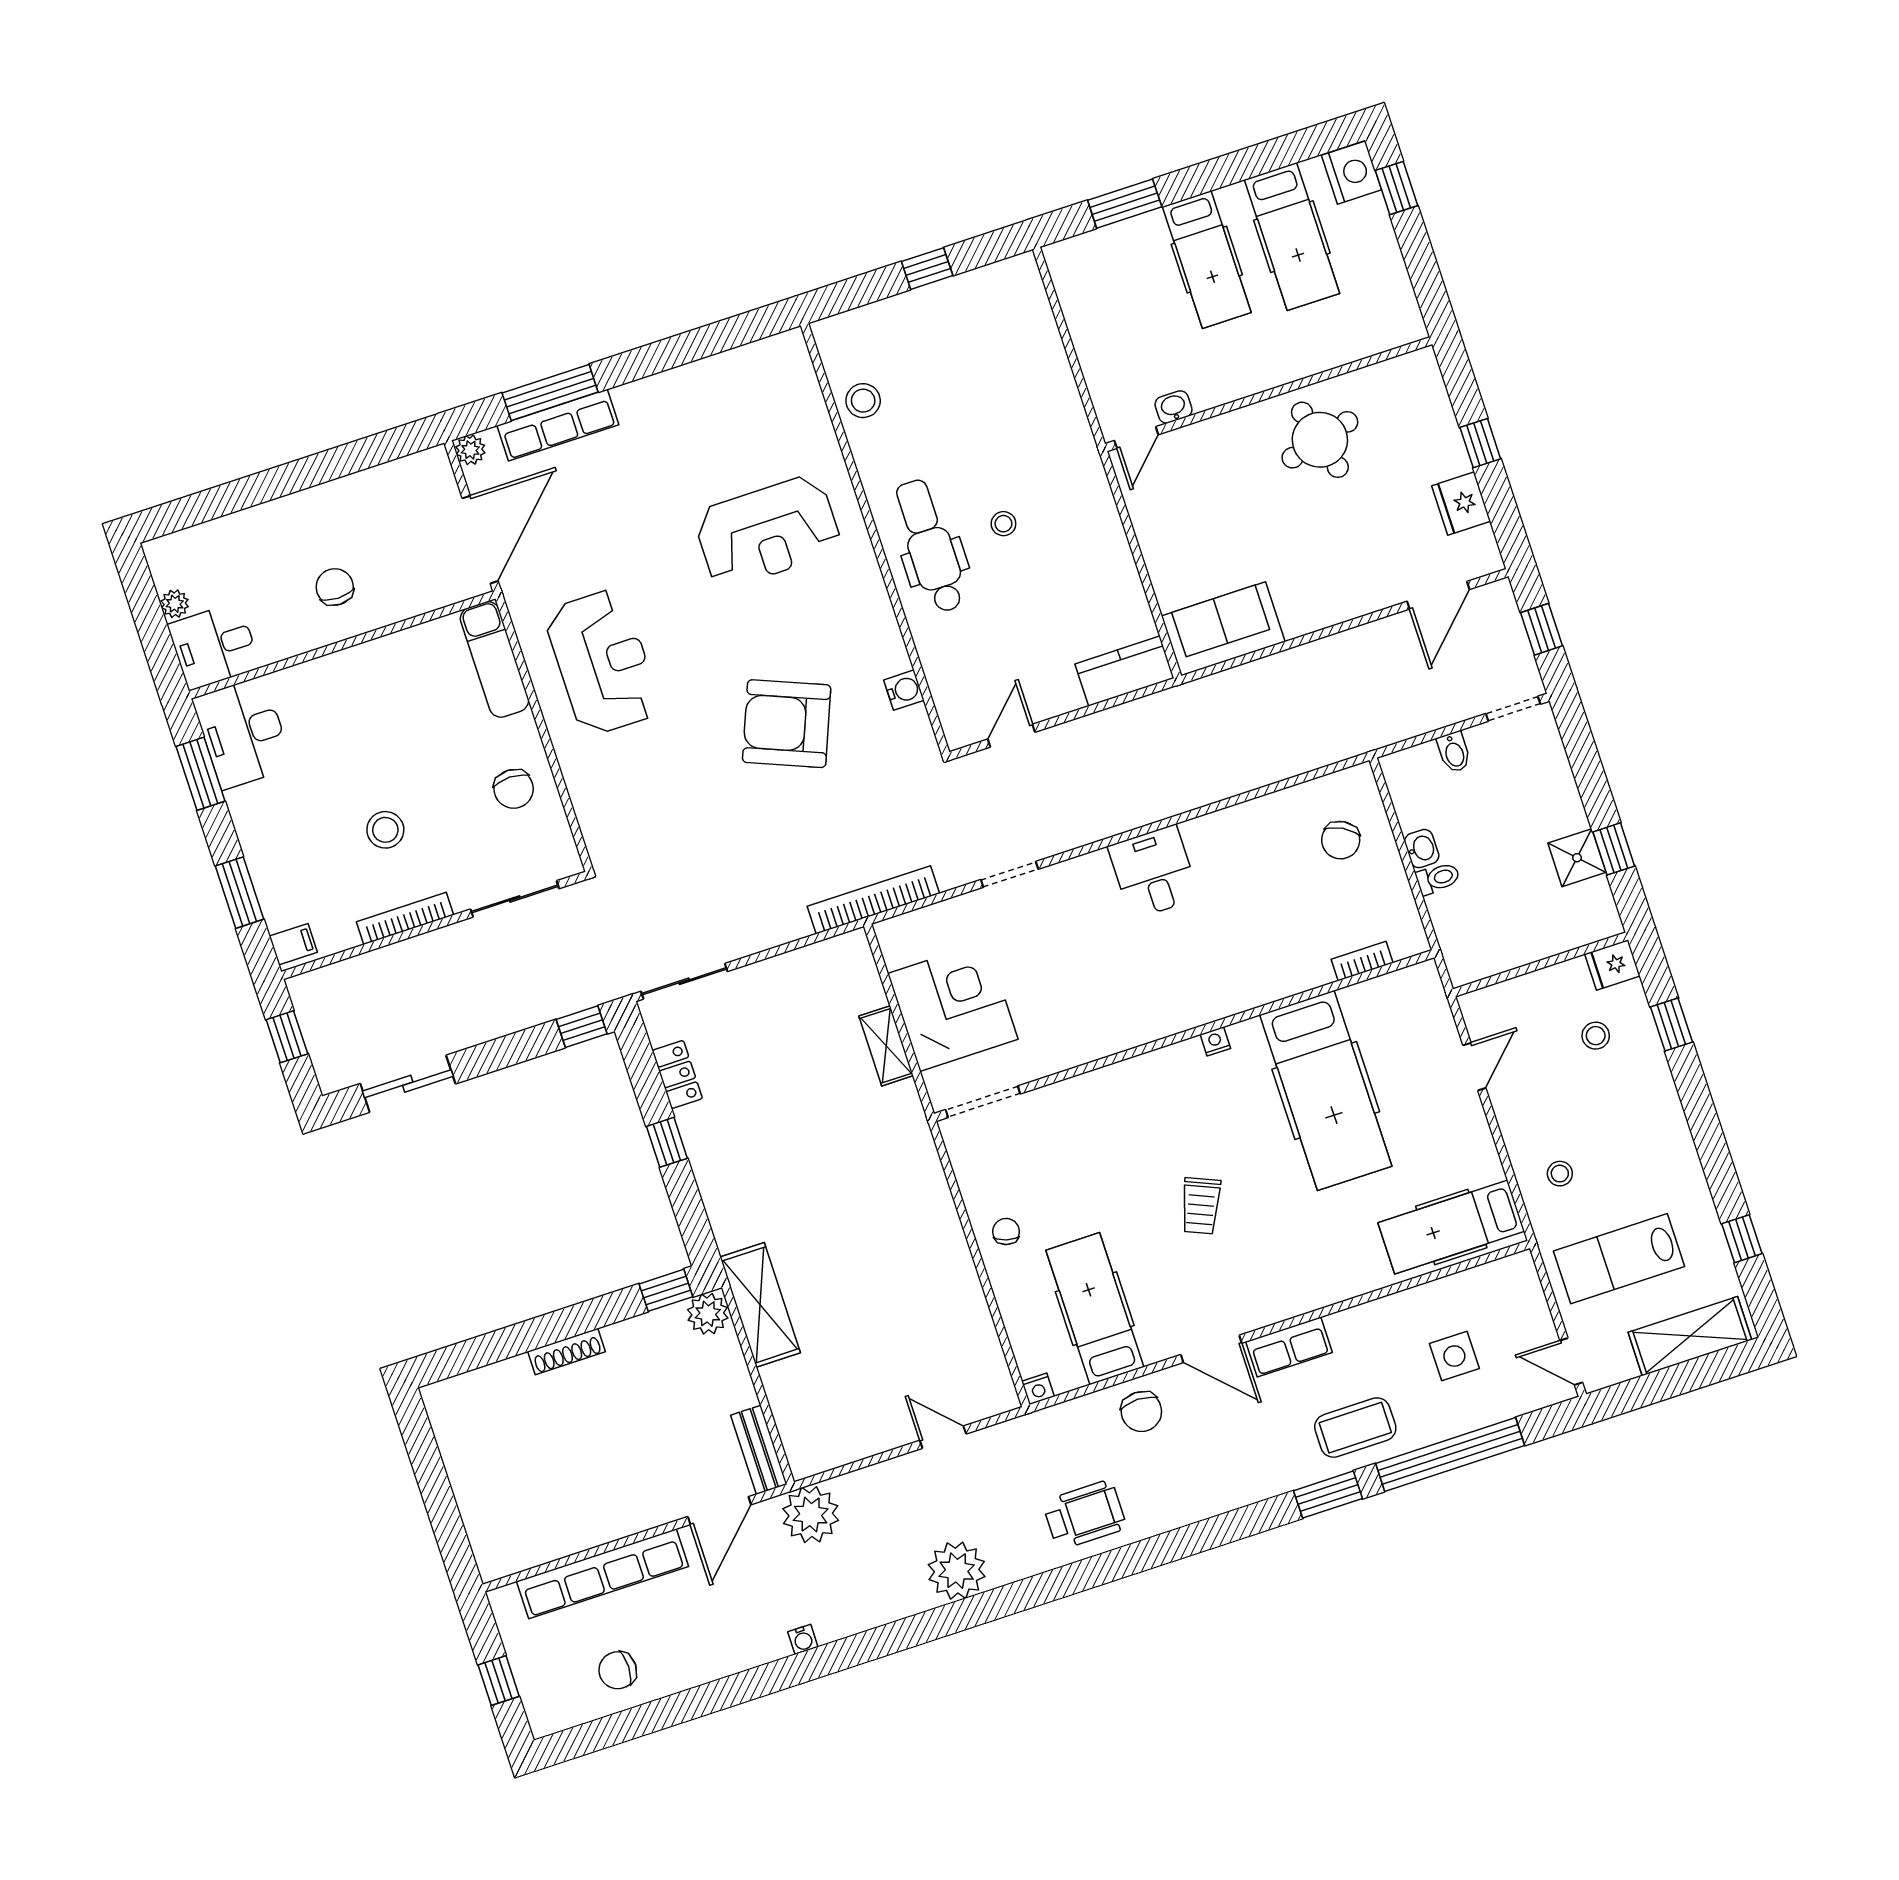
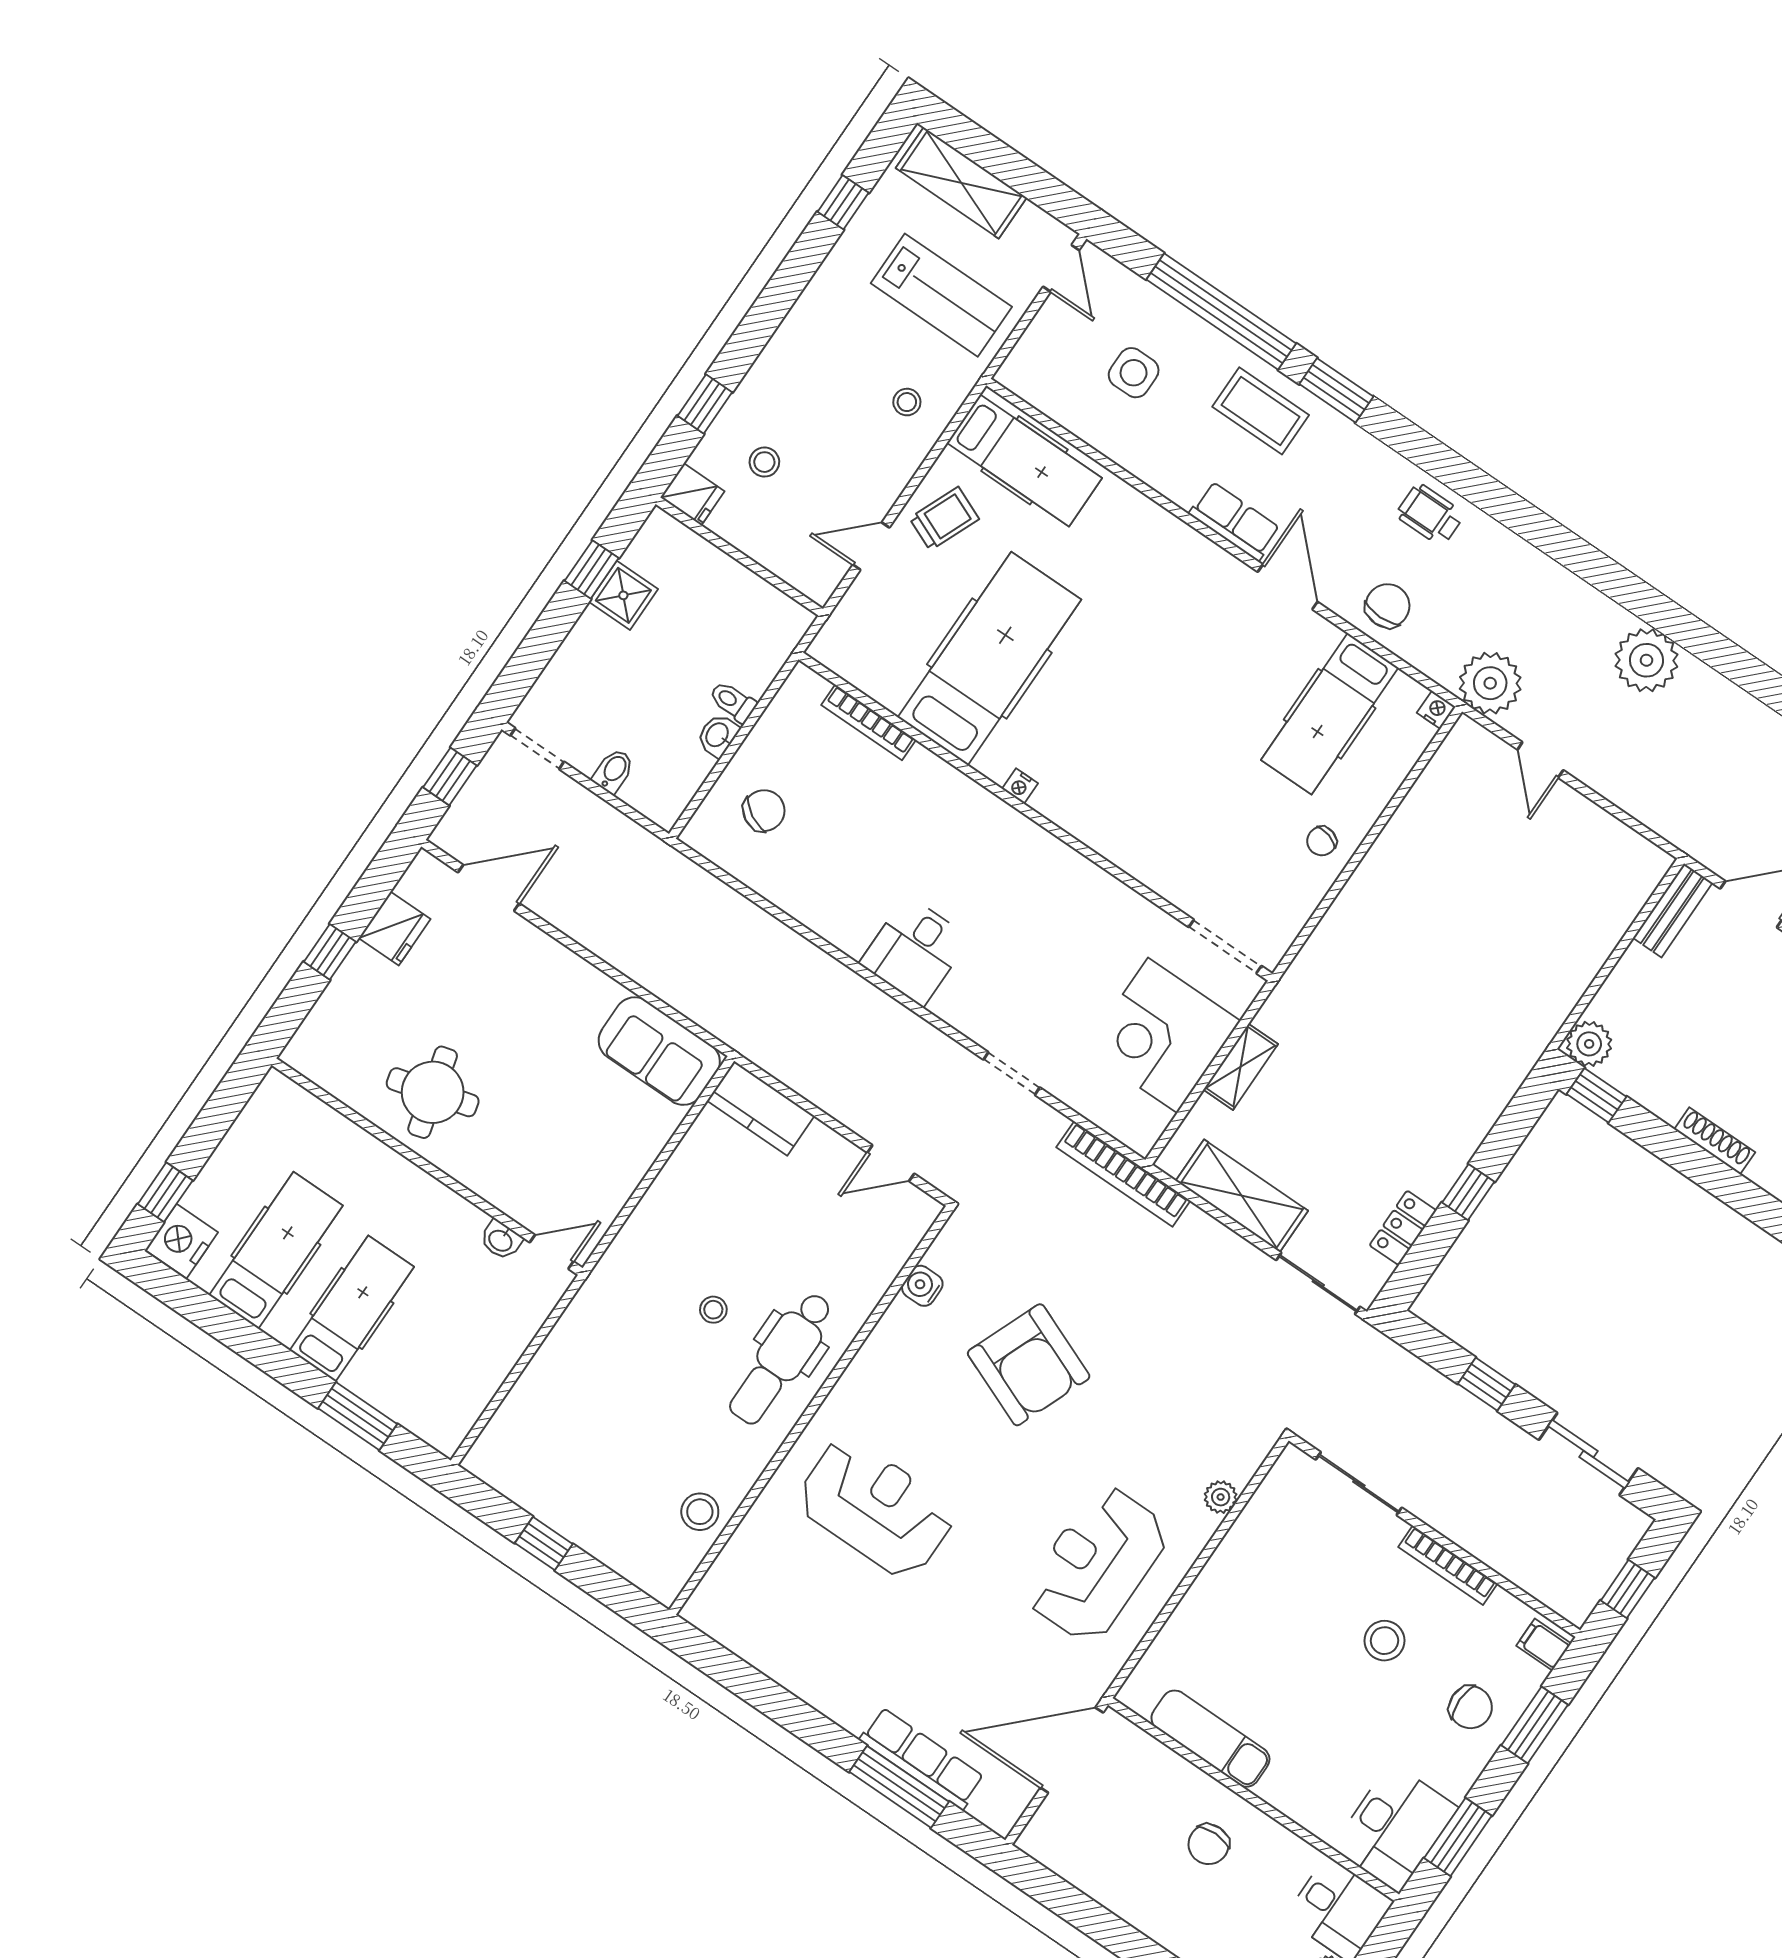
plant: (470, 450) -> (1221, 1497), moved
exam couch: (495, 659) -> (1210, 1739), moved, turned -90
chair: (514, 789) -> (1471, 1707), moved, turned 90
bookcase: (1362, 961) -> (869, 722), width x1.56
window: (582, 1027) -> (1487, 1384), moved
trolley: (1201, 1206) -> (944, 519), moved
shelving: (760, 1305) -> (1242, 1196), moved, turned 90
plant: (811, 1515) -> (1490, 683), moved
wheelchair: (1085, 1515) -> (1430, 515), moved, width x0.73, depth x0.73

